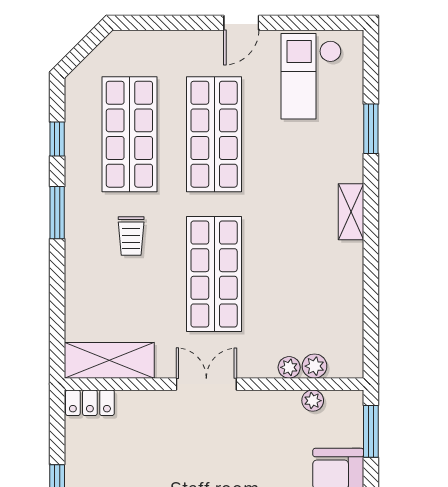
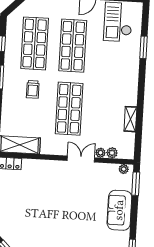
shelving: (351, 212) -> (130, 119), moved
double door: (206, 384) -> (81, 159), moved
plant: (313, 401) -> (124, 169), moved

